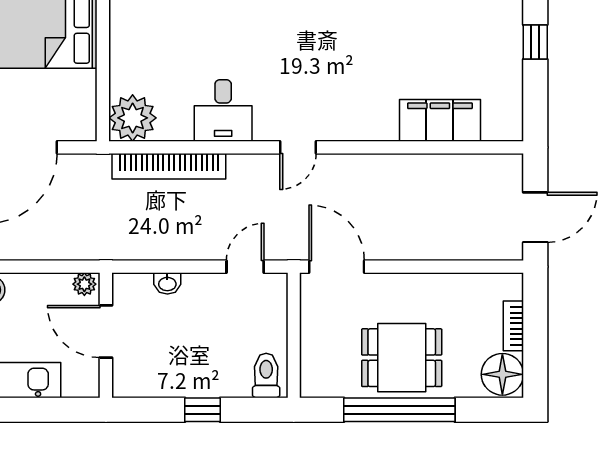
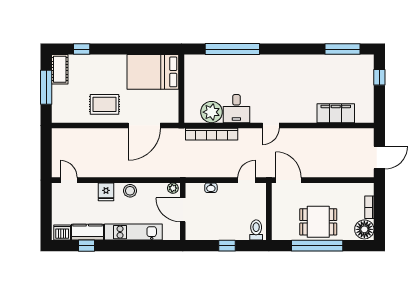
plant: (133, 118) -> (211, 112), moved

